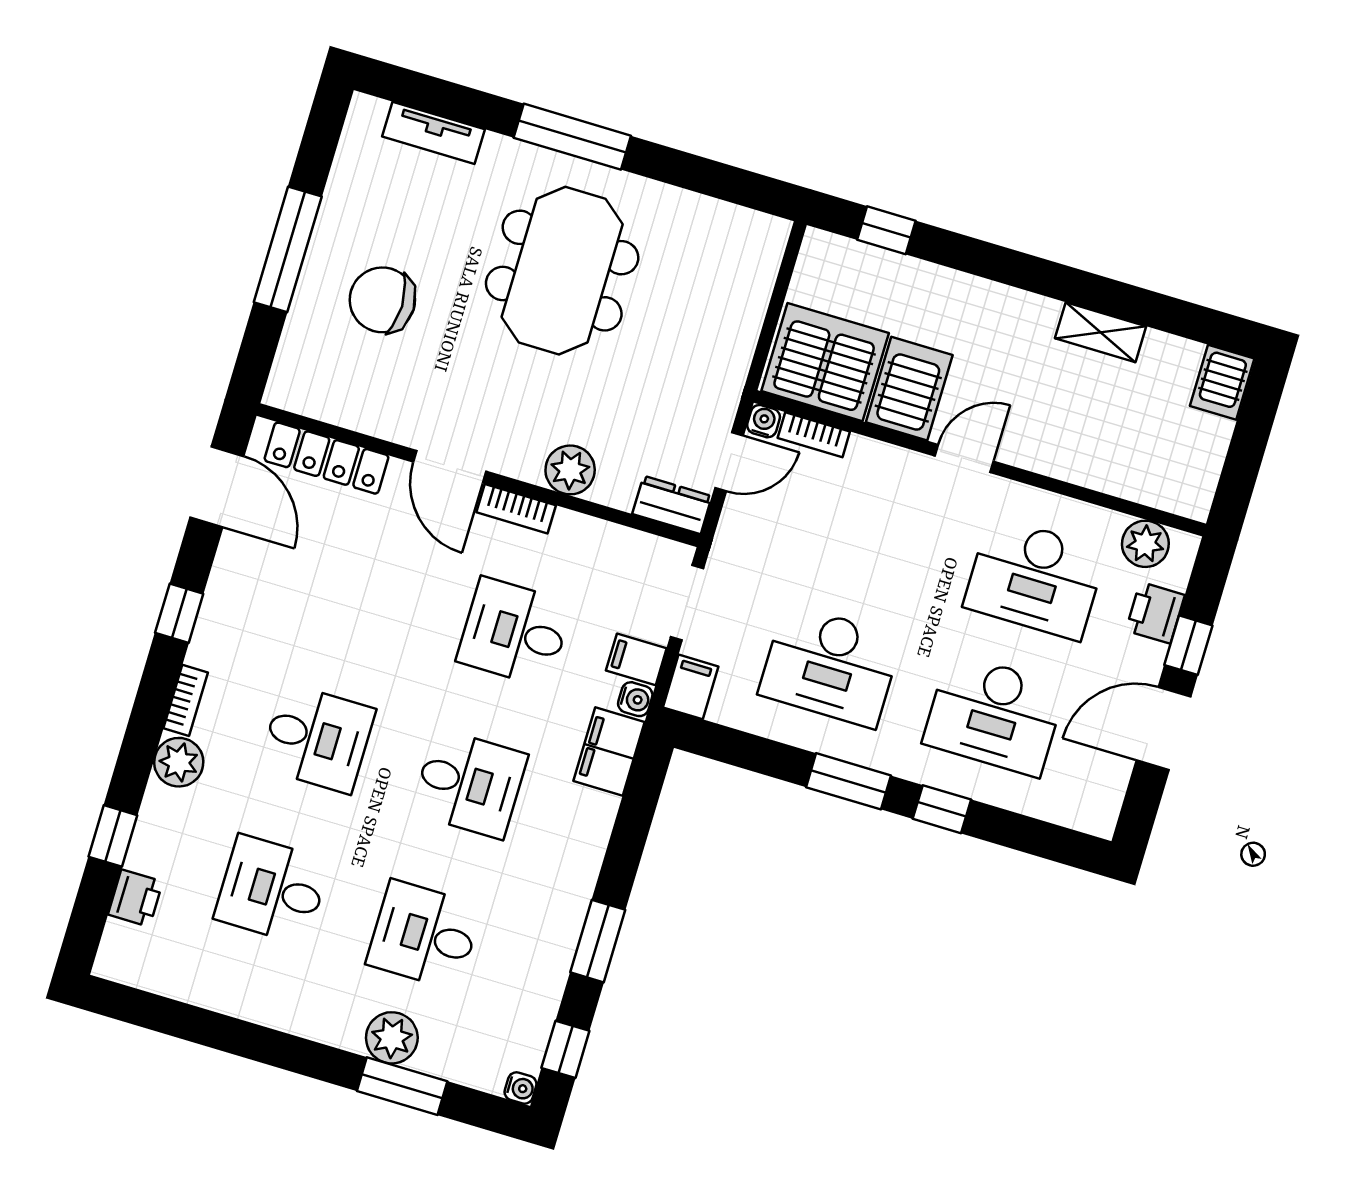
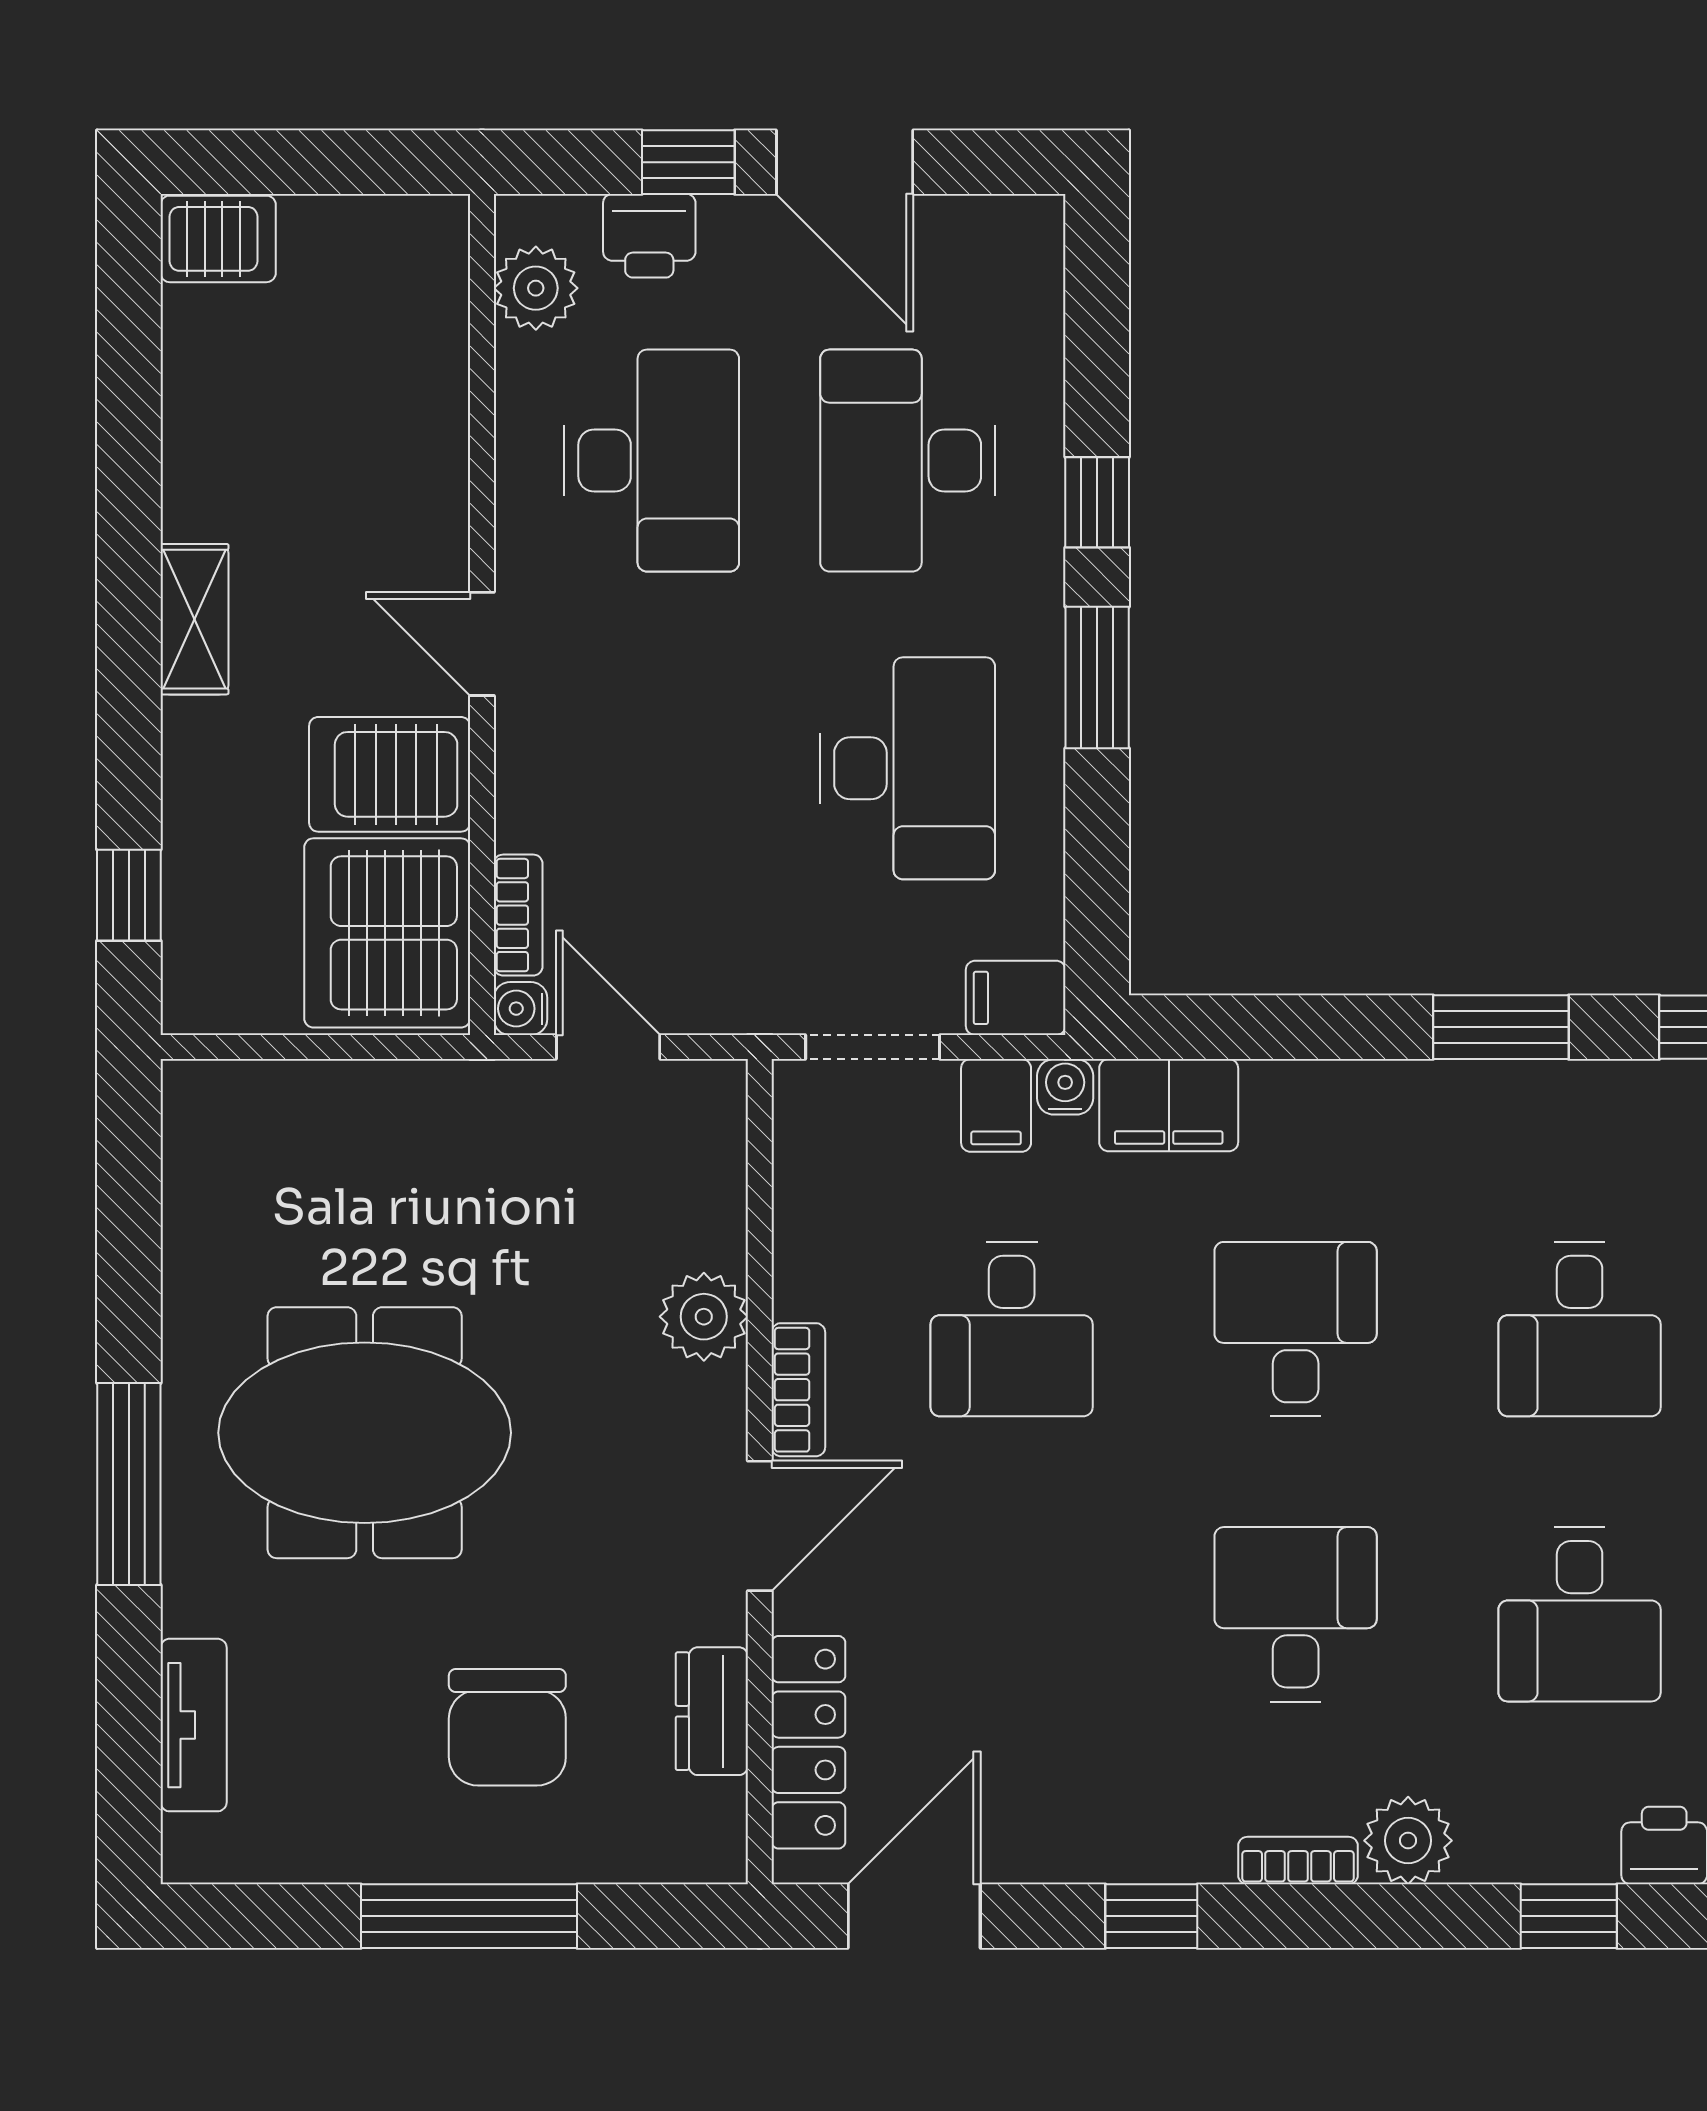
shelving: (1101, 332) -> (194, 619), moved
dresser: (672, 505) -> (712, 1711), moved
desk: (994, 715) -> (908, 461), turned 180

